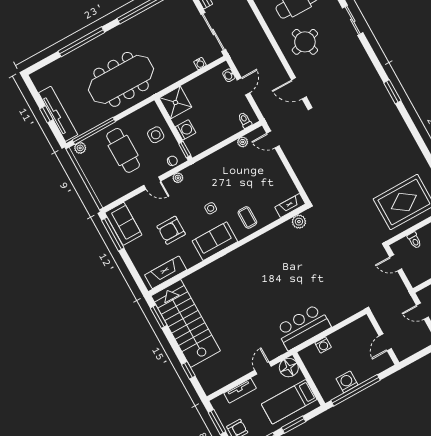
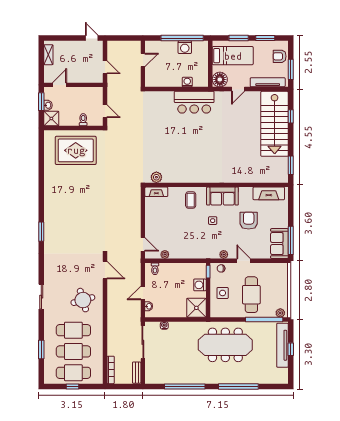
armchair: (171, 230) -> (249, 221), turned -90
stairs: (186, 323) -> (275, 124), moved
tv unit: (240, 391) -> (268, 82), width x1.41

